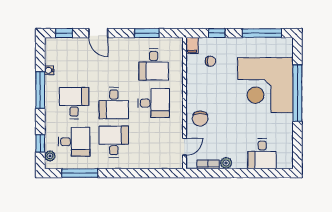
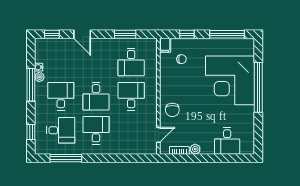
desk: (154, 103) -> (131, 96), turned -90
plant: (50, 156) -> (39, 77), moved

